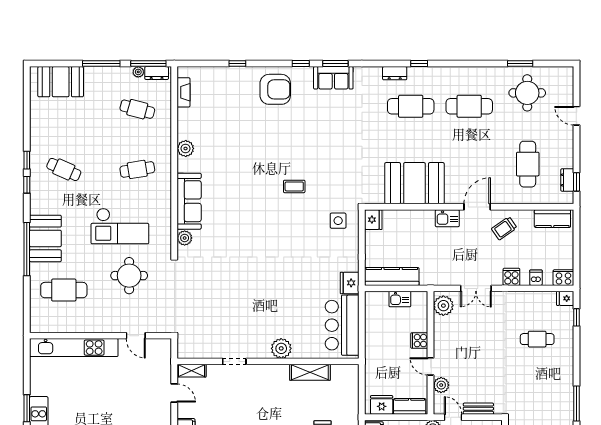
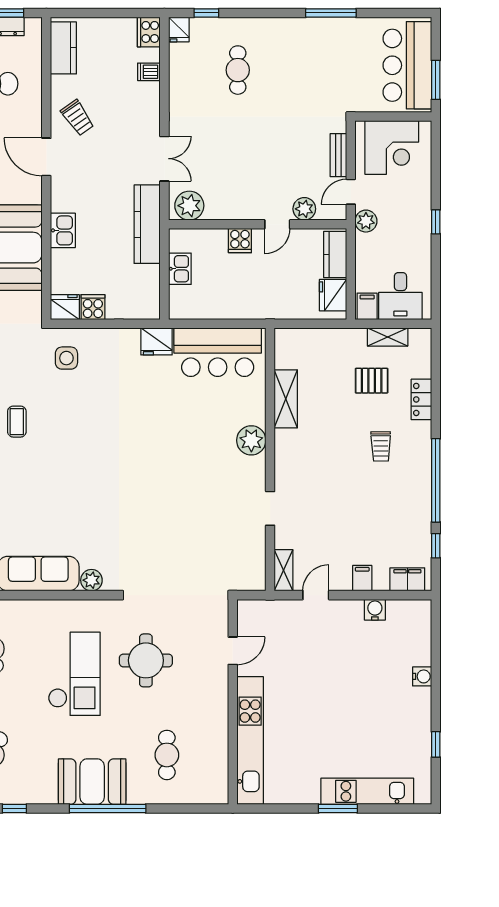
kitchen sink: (447, 218) -> (63, 230), moved
kitchen counter: (392, 276) -> (147, 224), moved
cooker: (511, 277) -> (93, 307), moved, turned 90
cafe table: (64, 290) -> (167, 755), width x0.73, depth x0.74

